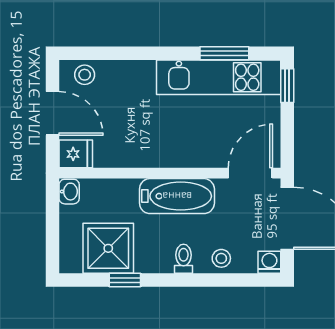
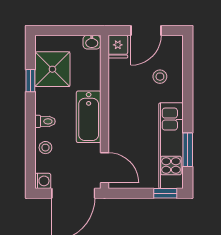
stool: (85, 75) -> (160, 77), moved

